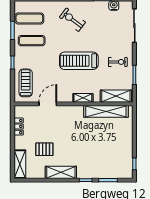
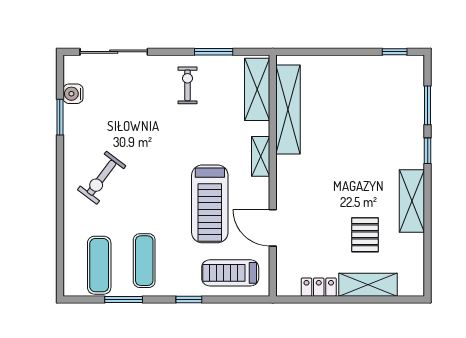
treadmill: (79, 61) -> (210, 204), moved
shelving: (20, 164) -> (368, 285), moved

